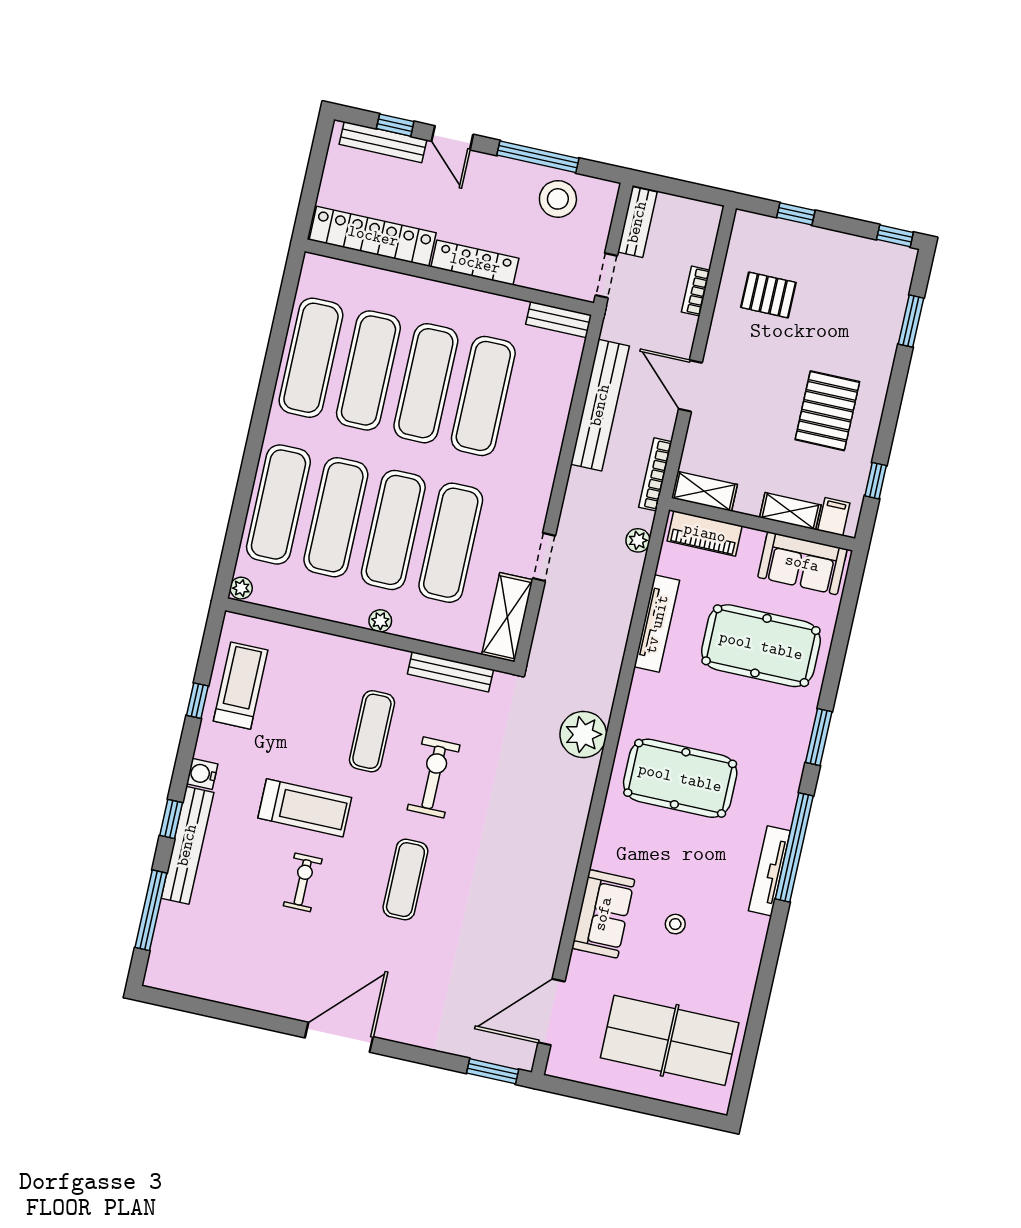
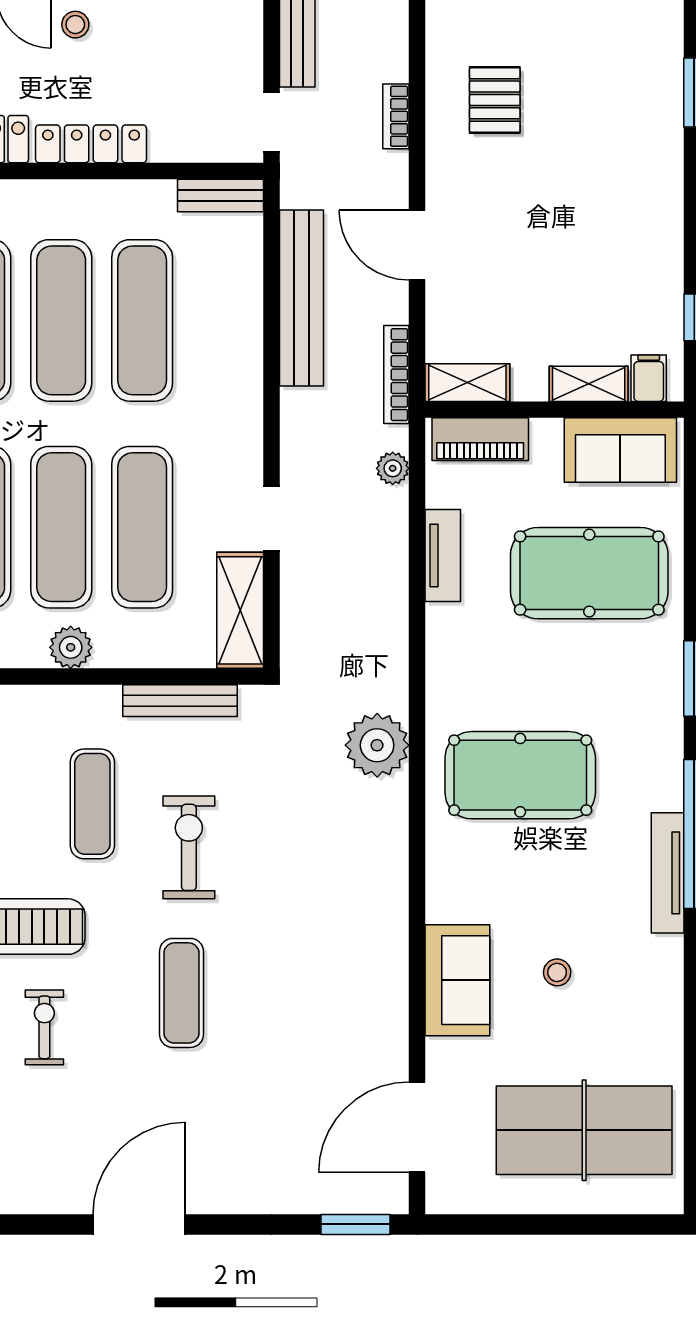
stool: (558, 199) -> (75, 25), moved, width x0.53, depth x0.53
pallet: (768, 295) -> (495, 100), turned 90
pallet: (827, 411) -> (608, 238), removed
plant: (380, 621) -> (71, 647), width x1.38, depth x1.38
tv unit: (657, 624) -> (443, 555), width x0.71

